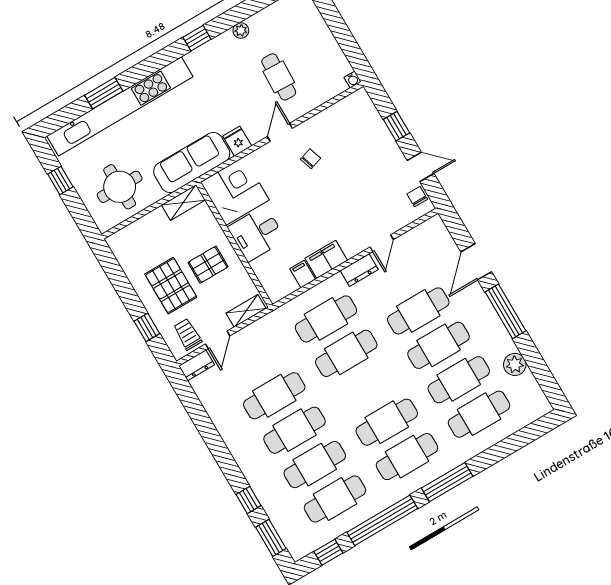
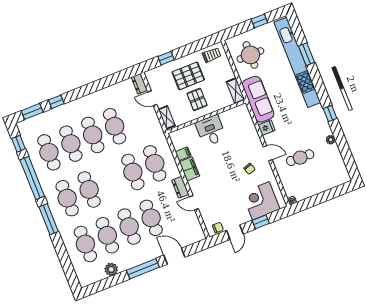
corner desk: (235, 191) -> (261, 201), moved, turned 180
trolley: (188, 334) -> (212, 55), moved

